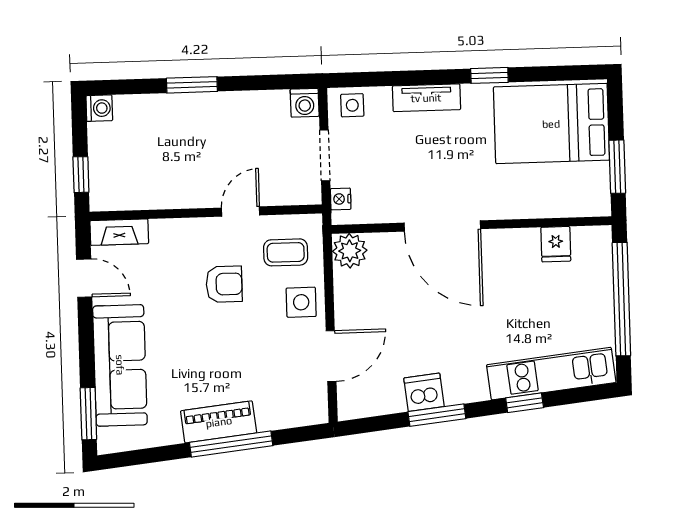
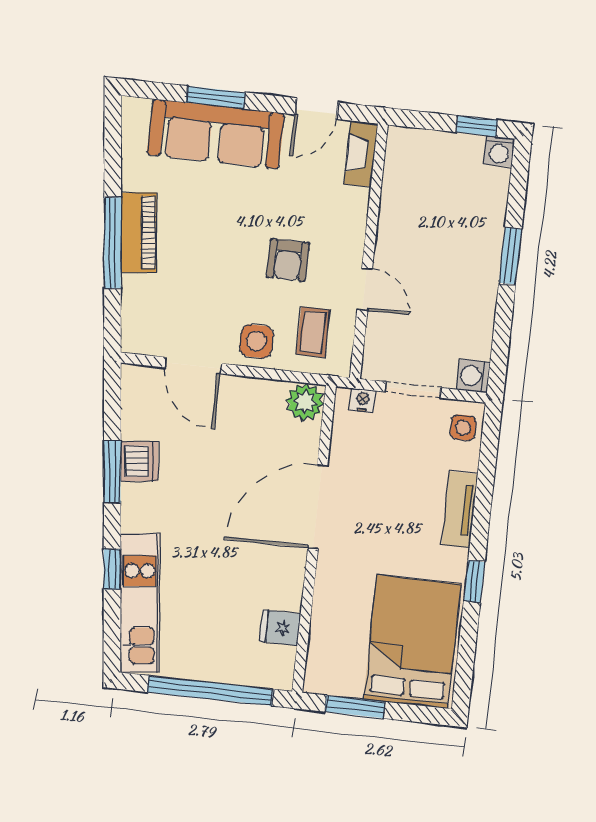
window: (81, 175) -> (477, 126), moved
window: (88, 414) -> (216, 97), moved

